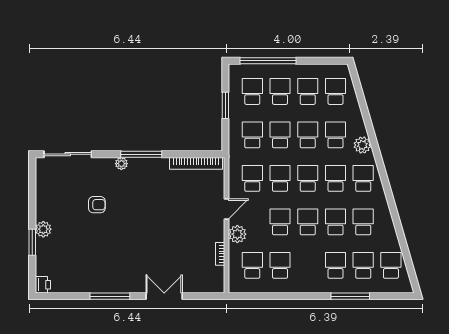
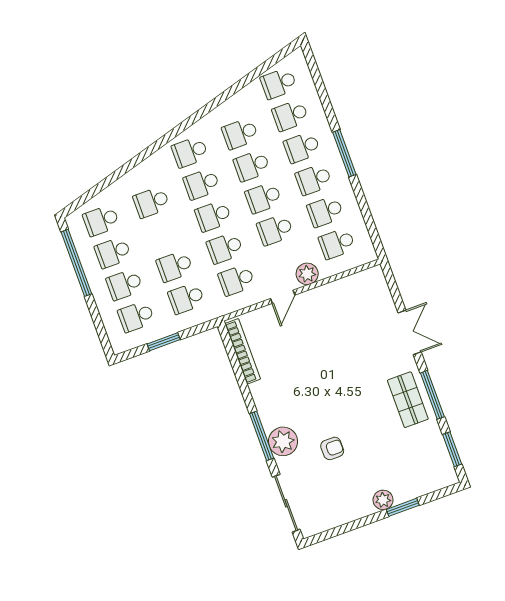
window: (268, 61) -> (76, 263), moved
school desk: (308, 135) -> (314, 179), moved
plant: (362, 145) -> (152, 167), removed
window: (141, 154) -> (262, 436), moved
plant: (121, 164) -> (283, 441), width x1.88, depth x1.88
armchair: (97, 205) -> (332, 448), turned 90
door: (227, 209) -> (283, 297), swing flipped
bookcase: (220, 254) -> (337, 285), removed
shop shelf: (113, 276) -> (408, 400), added
printer: (43, 285) -> (447, 477), removed
window: (63, 296) -> (452, 449), added
double door: (164, 296) -> (410, 332), swing flipped
window: (350, 296) -> (344, 153), moved

